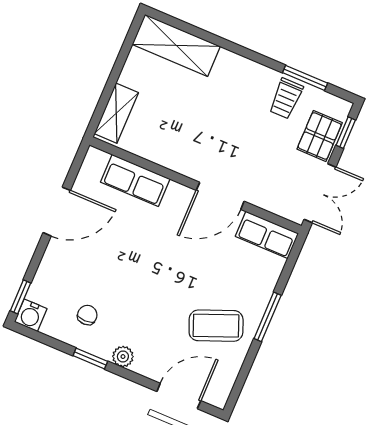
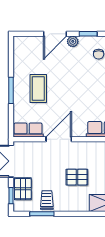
pallet: (216, 116) -> (77, 177), added
coffee table: (216, 326) -> (38, 88), moved, turned -68
door: (179, 396) -> (55, 34), moved

